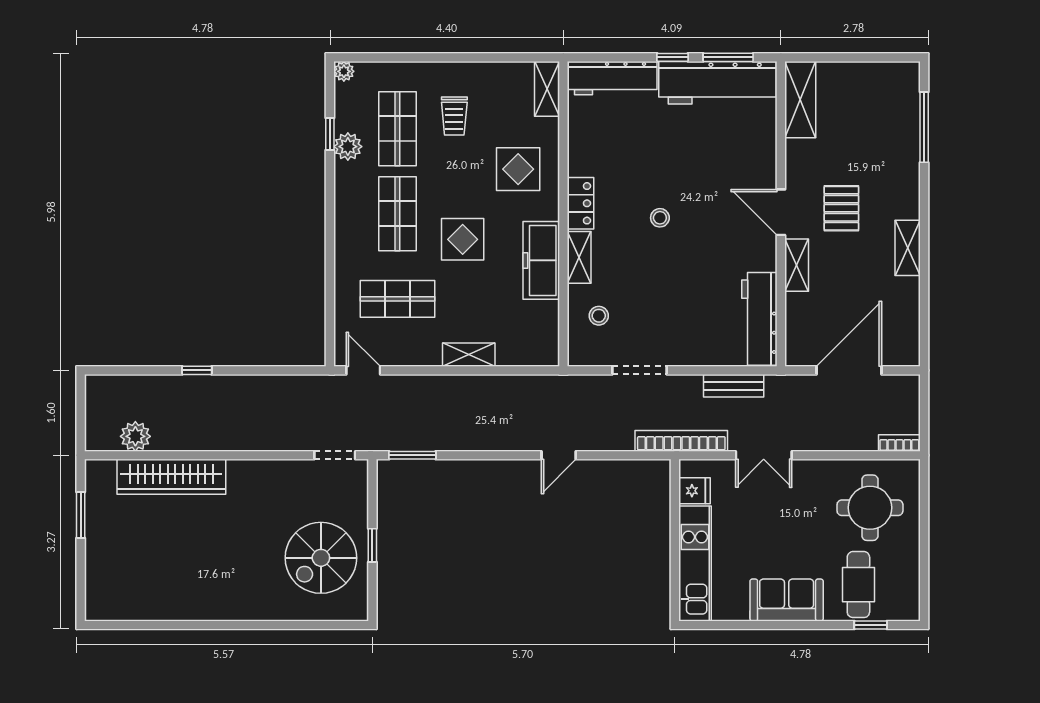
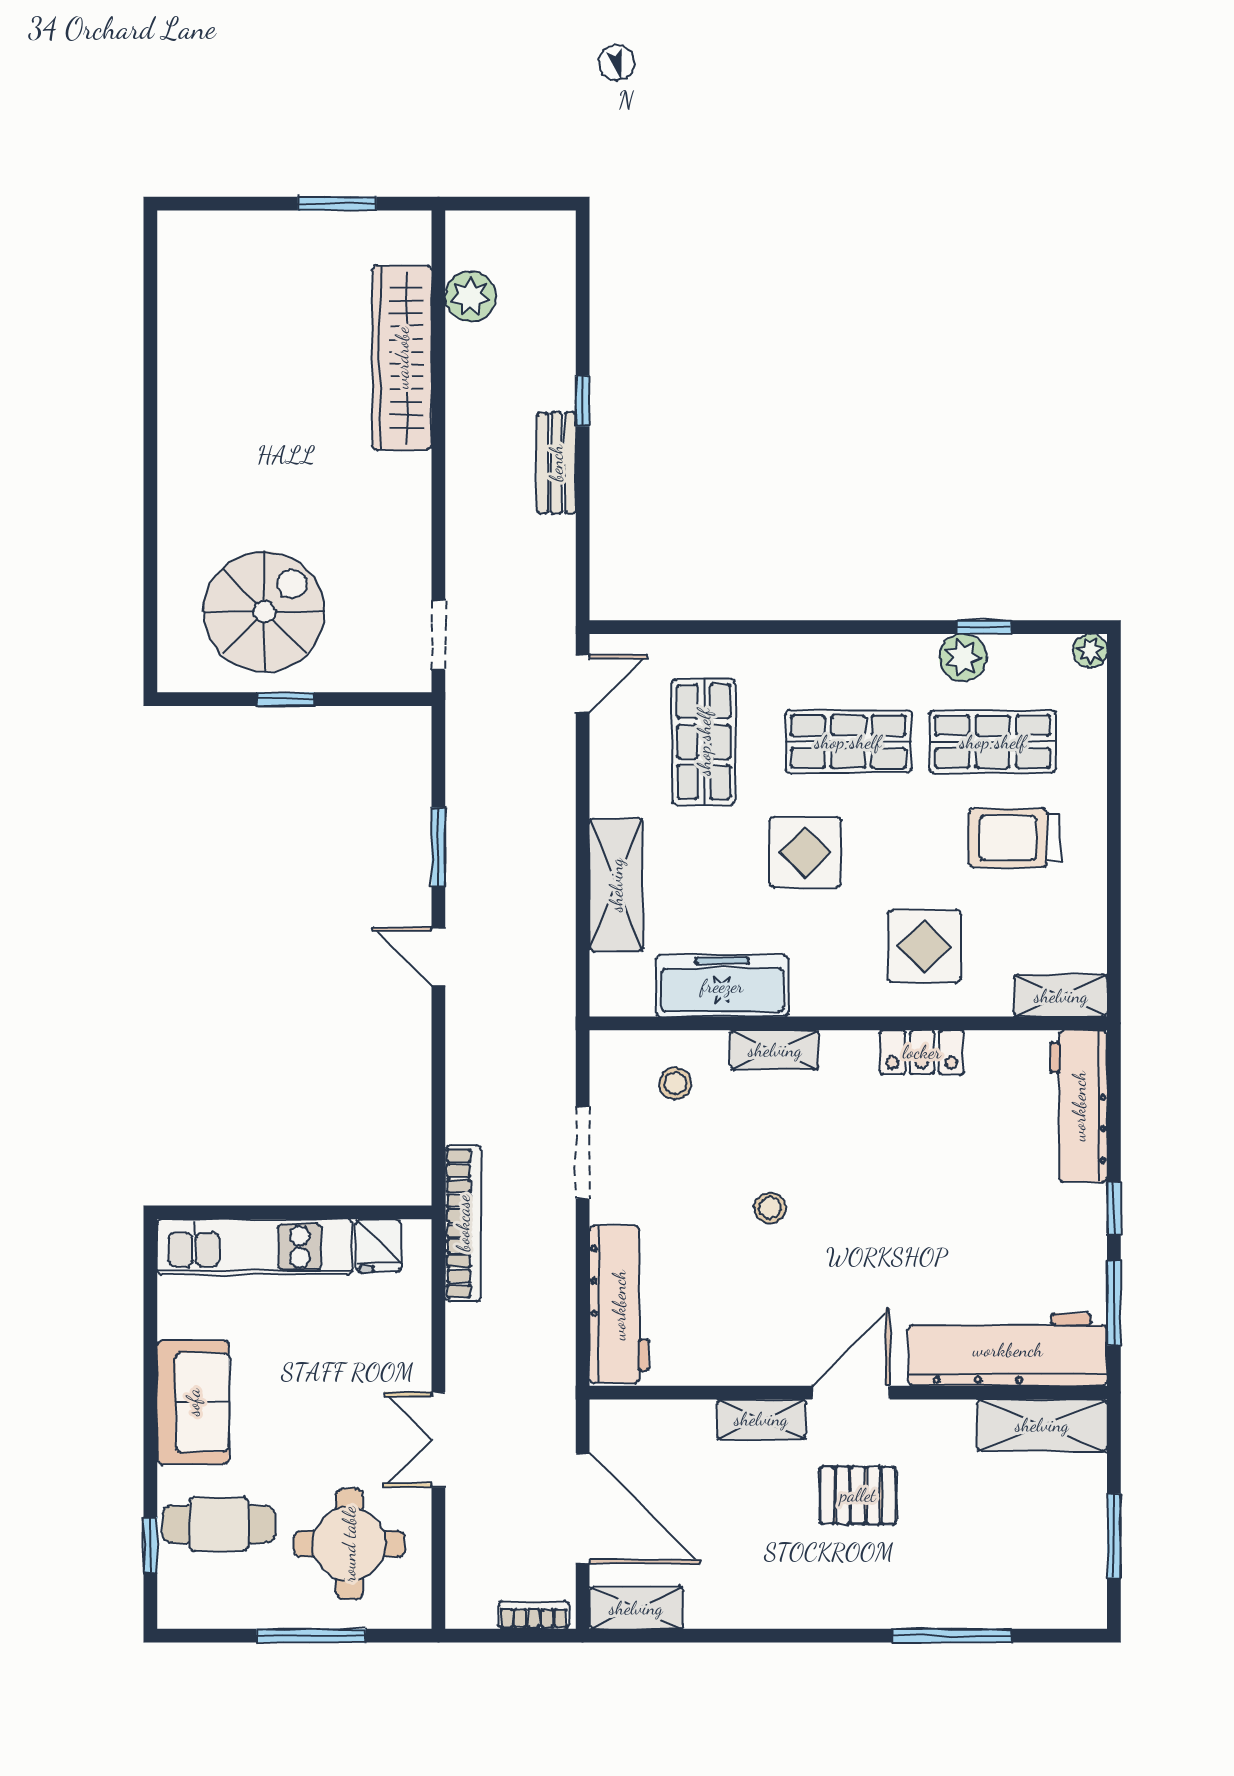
window: (865, 57) -> (1114, 1536), added
workbench: (718, 83) -> (1008, 1350), moved, turned 90
trolley: (454, 116) -> (1014, 838), width x1.36, depth x1.39
window: (924, 127) -> (952, 1636), moved
locker: (580, 203) -> (922, 1052), moved
stool: (660, 218) -> (770, 1208), moved
shelving: (908, 248) -> (636, 1608), moved
freezer: (541, 260) -> (722, 986), moved
workbench: (759, 319) -> (619, 1305), moved, turned 90
shelving: (469, 355) -> (616, 885), width x1.50, depth x1.33
bench: (734, 386) -> (556, 463), moved
bookcase: (899, 443) -> (534, 1615), moved, turned -90
window: (412, 455) -> (438, 847), moved
door: (559, 455) -> (438, 956), moved
double door: (764, 455) -> (438, 1440), moved
window: (924, 530) -> (311, 1636), added
spiral stairs: (321, 558) -> (264, 612), turned 90

